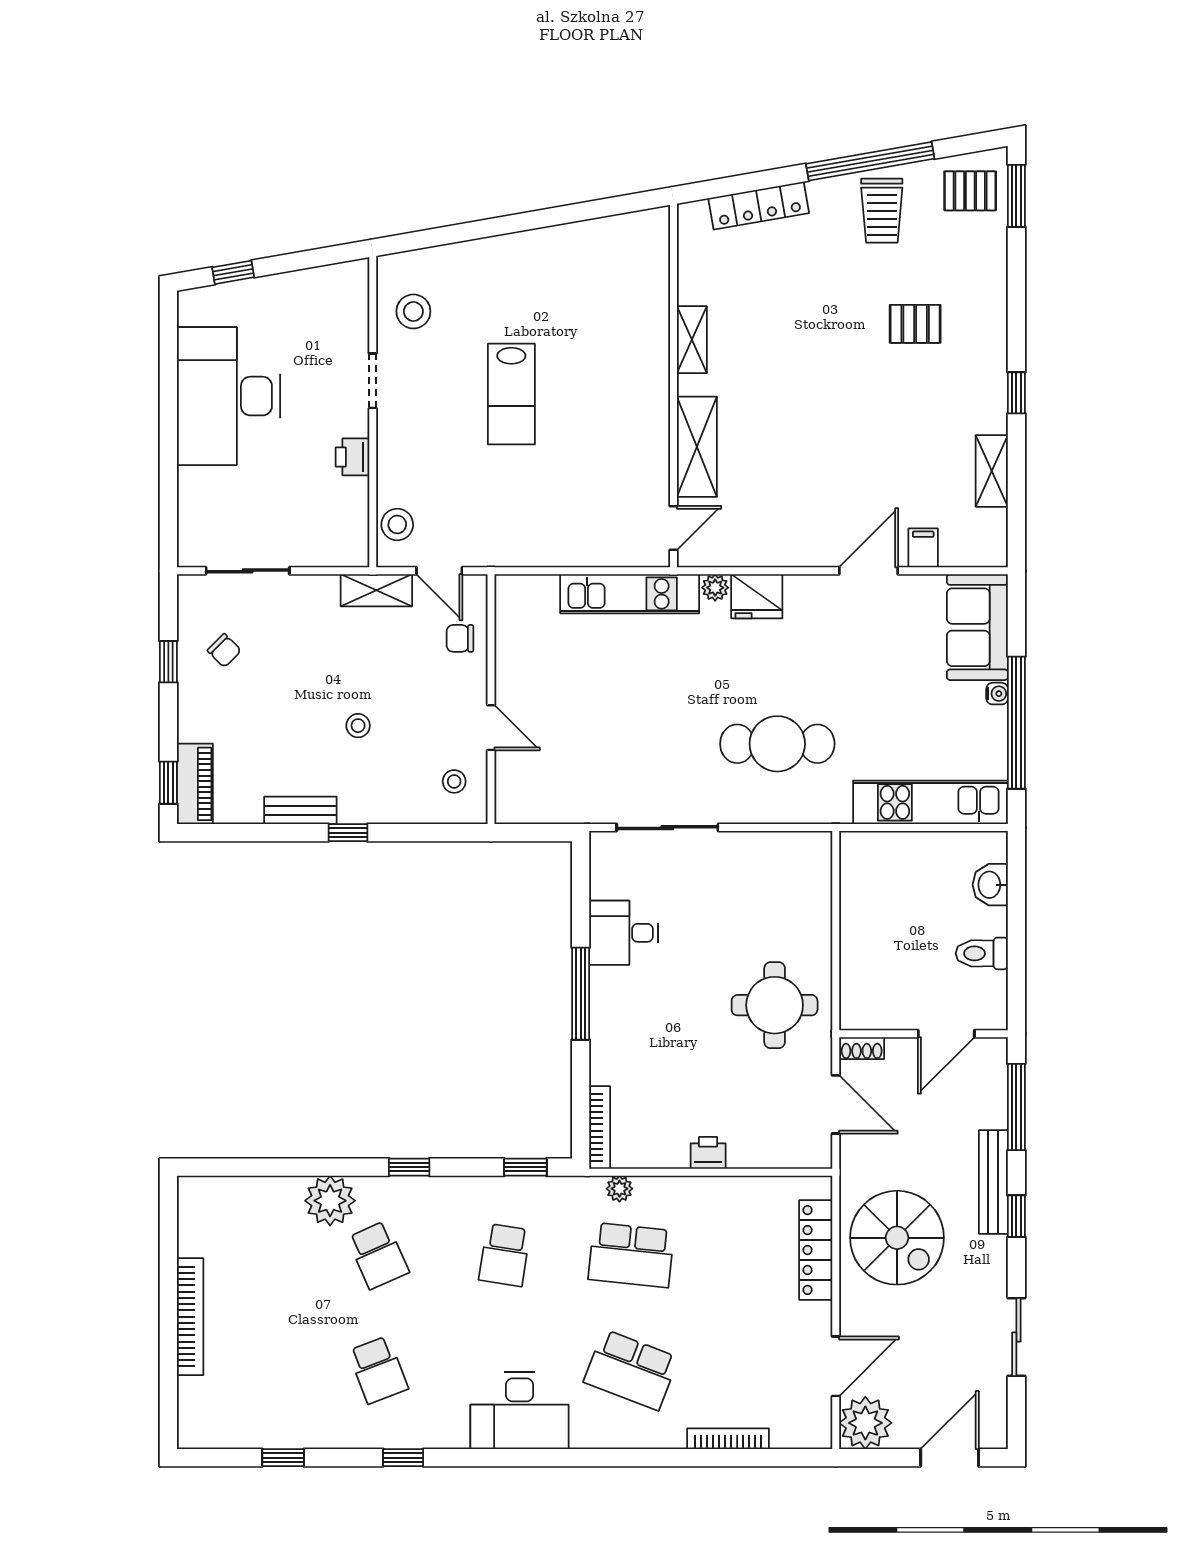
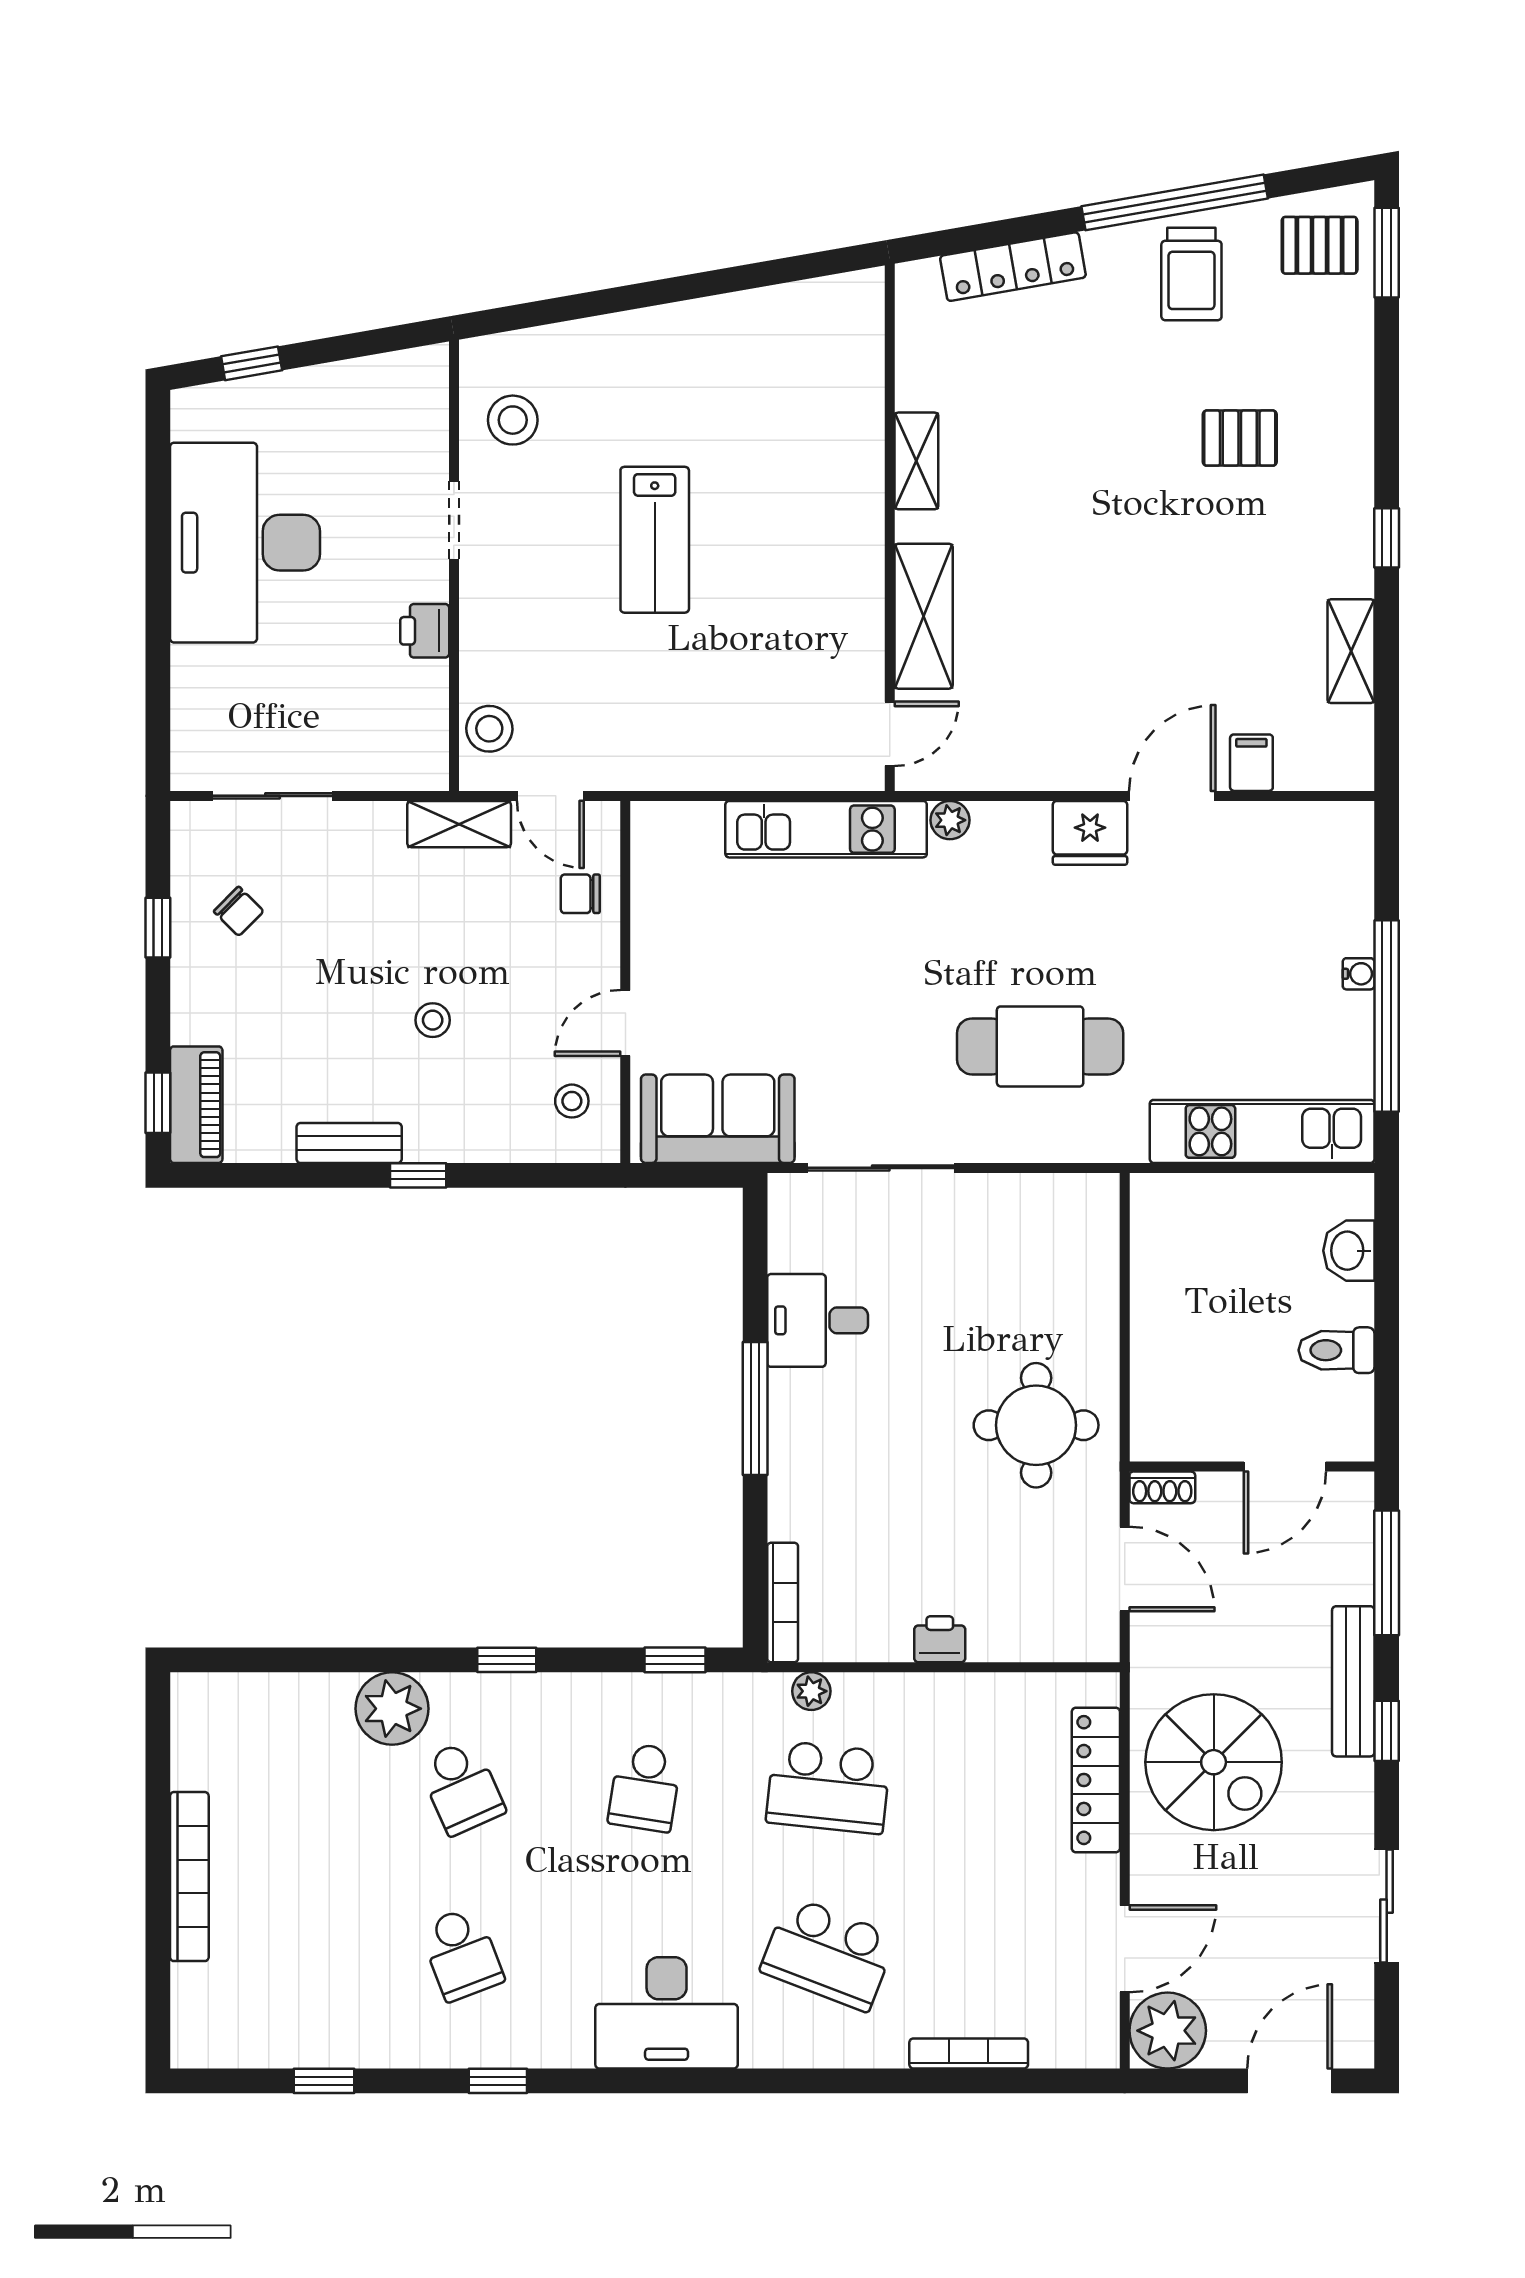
fridge: (757, 596) -> (1090, 833), moved
sofa: (977, 627) -> (718, 1119), moved, turned 90
door: (491, 728) -> (625, 1023), swing flipped

